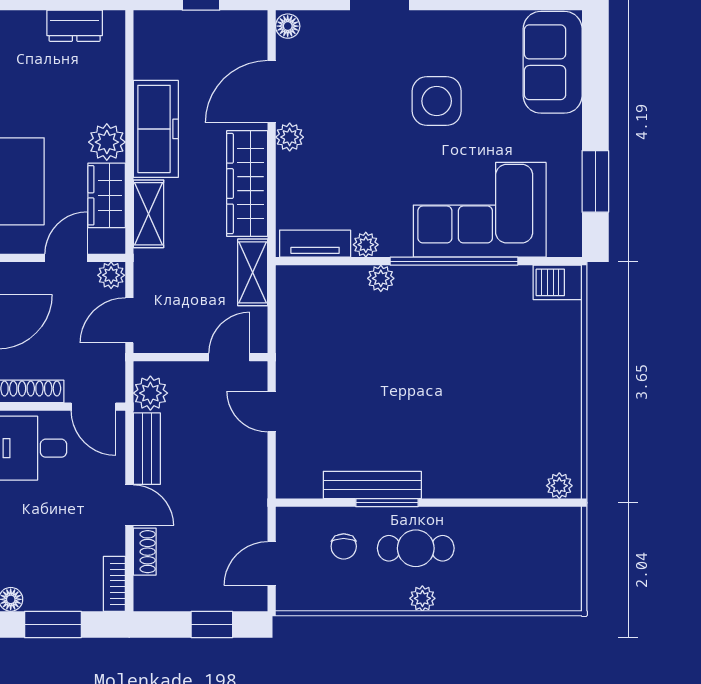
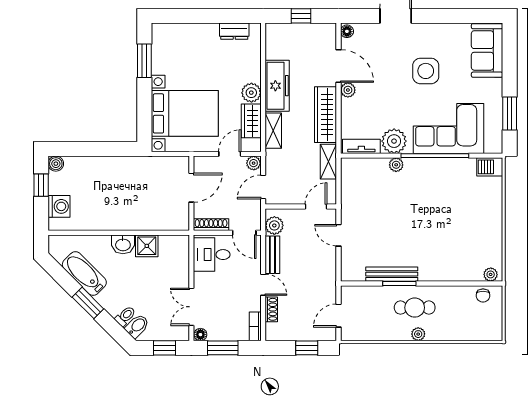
door: (272, 92) -> (338, 66), swing flipped
plant: (366, 245) -> (394, 141), width x1.88, depth x1.88
chair: (344, 546) -> (483, 296), moved

